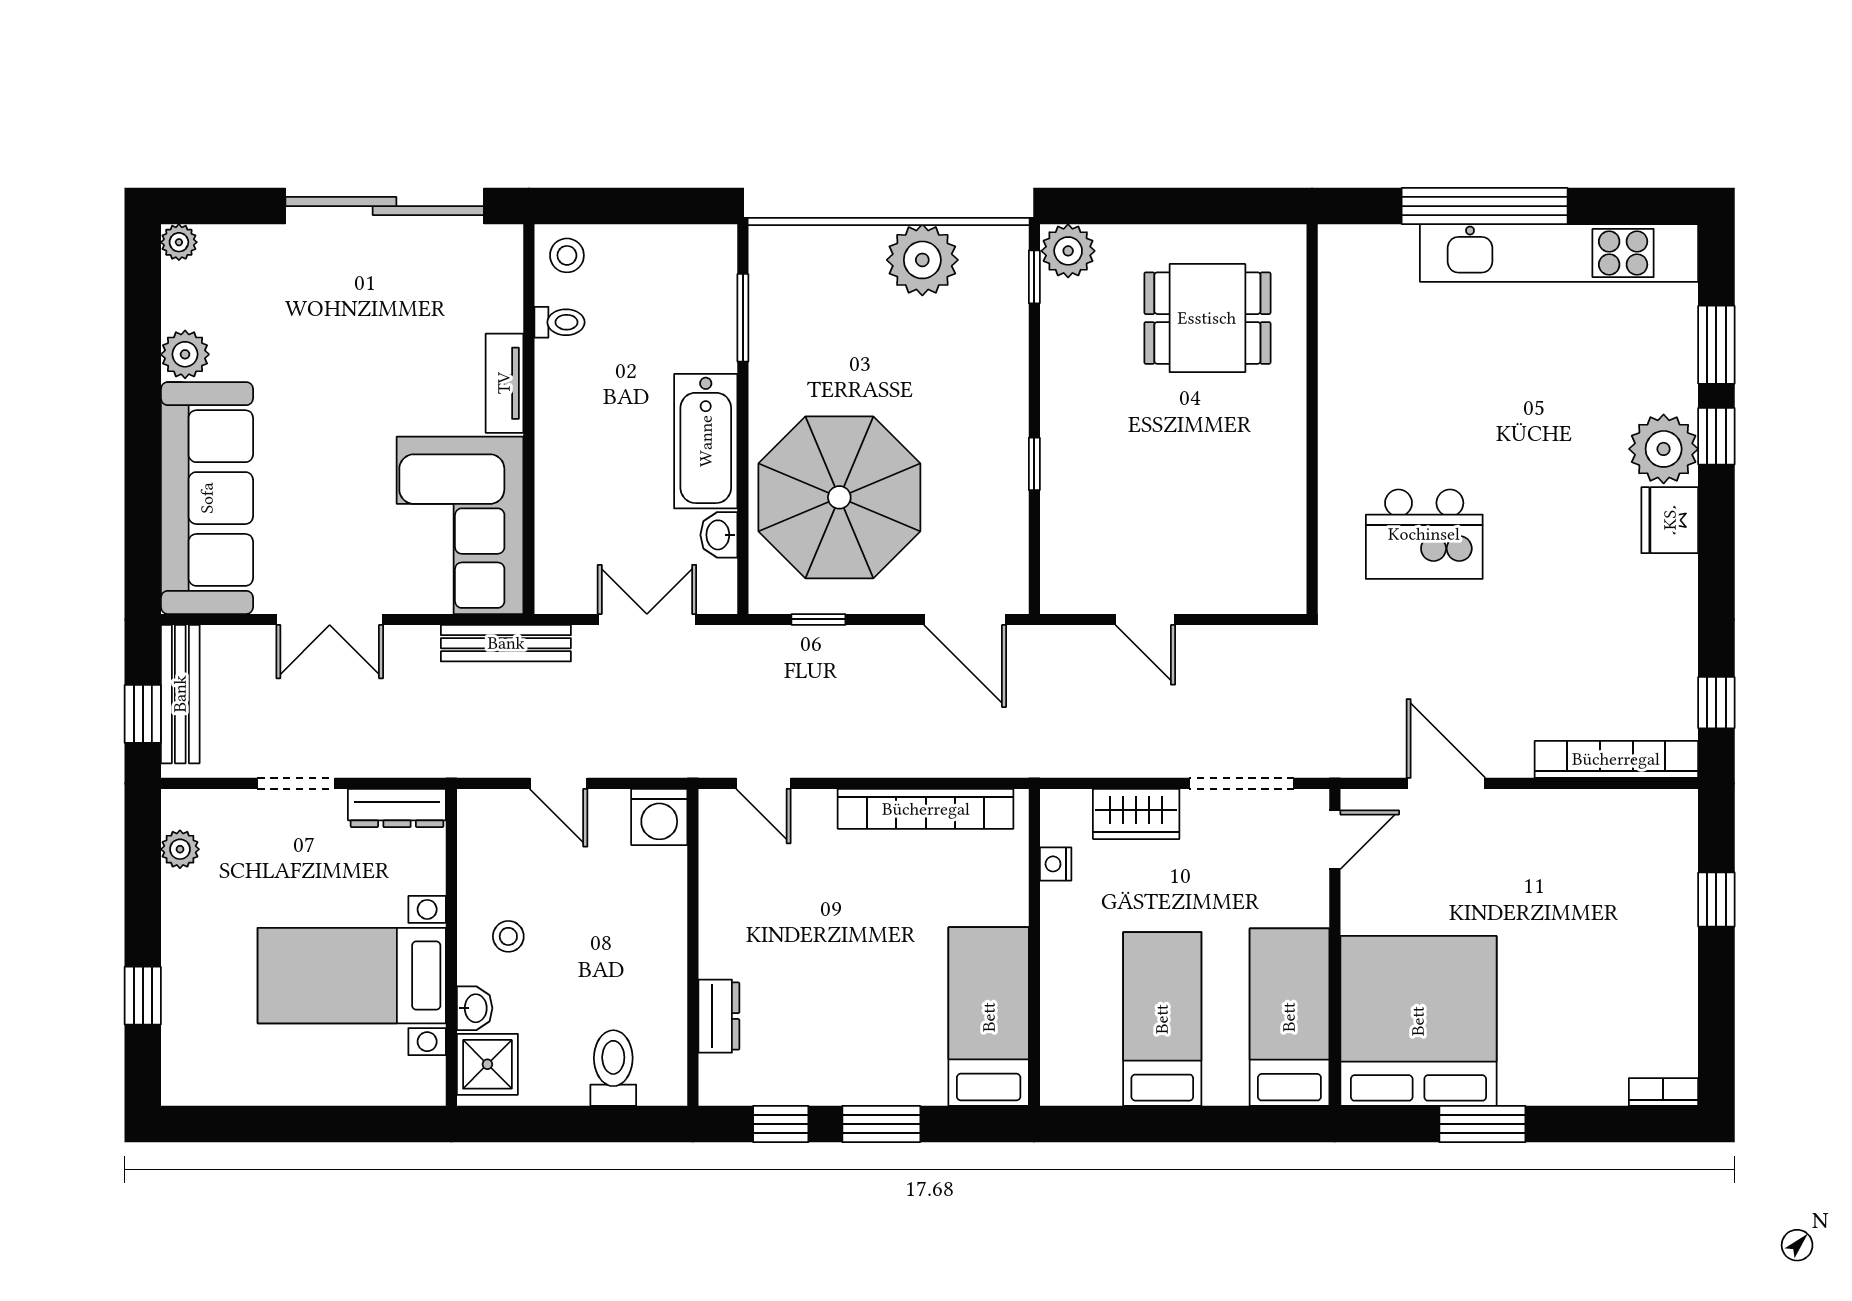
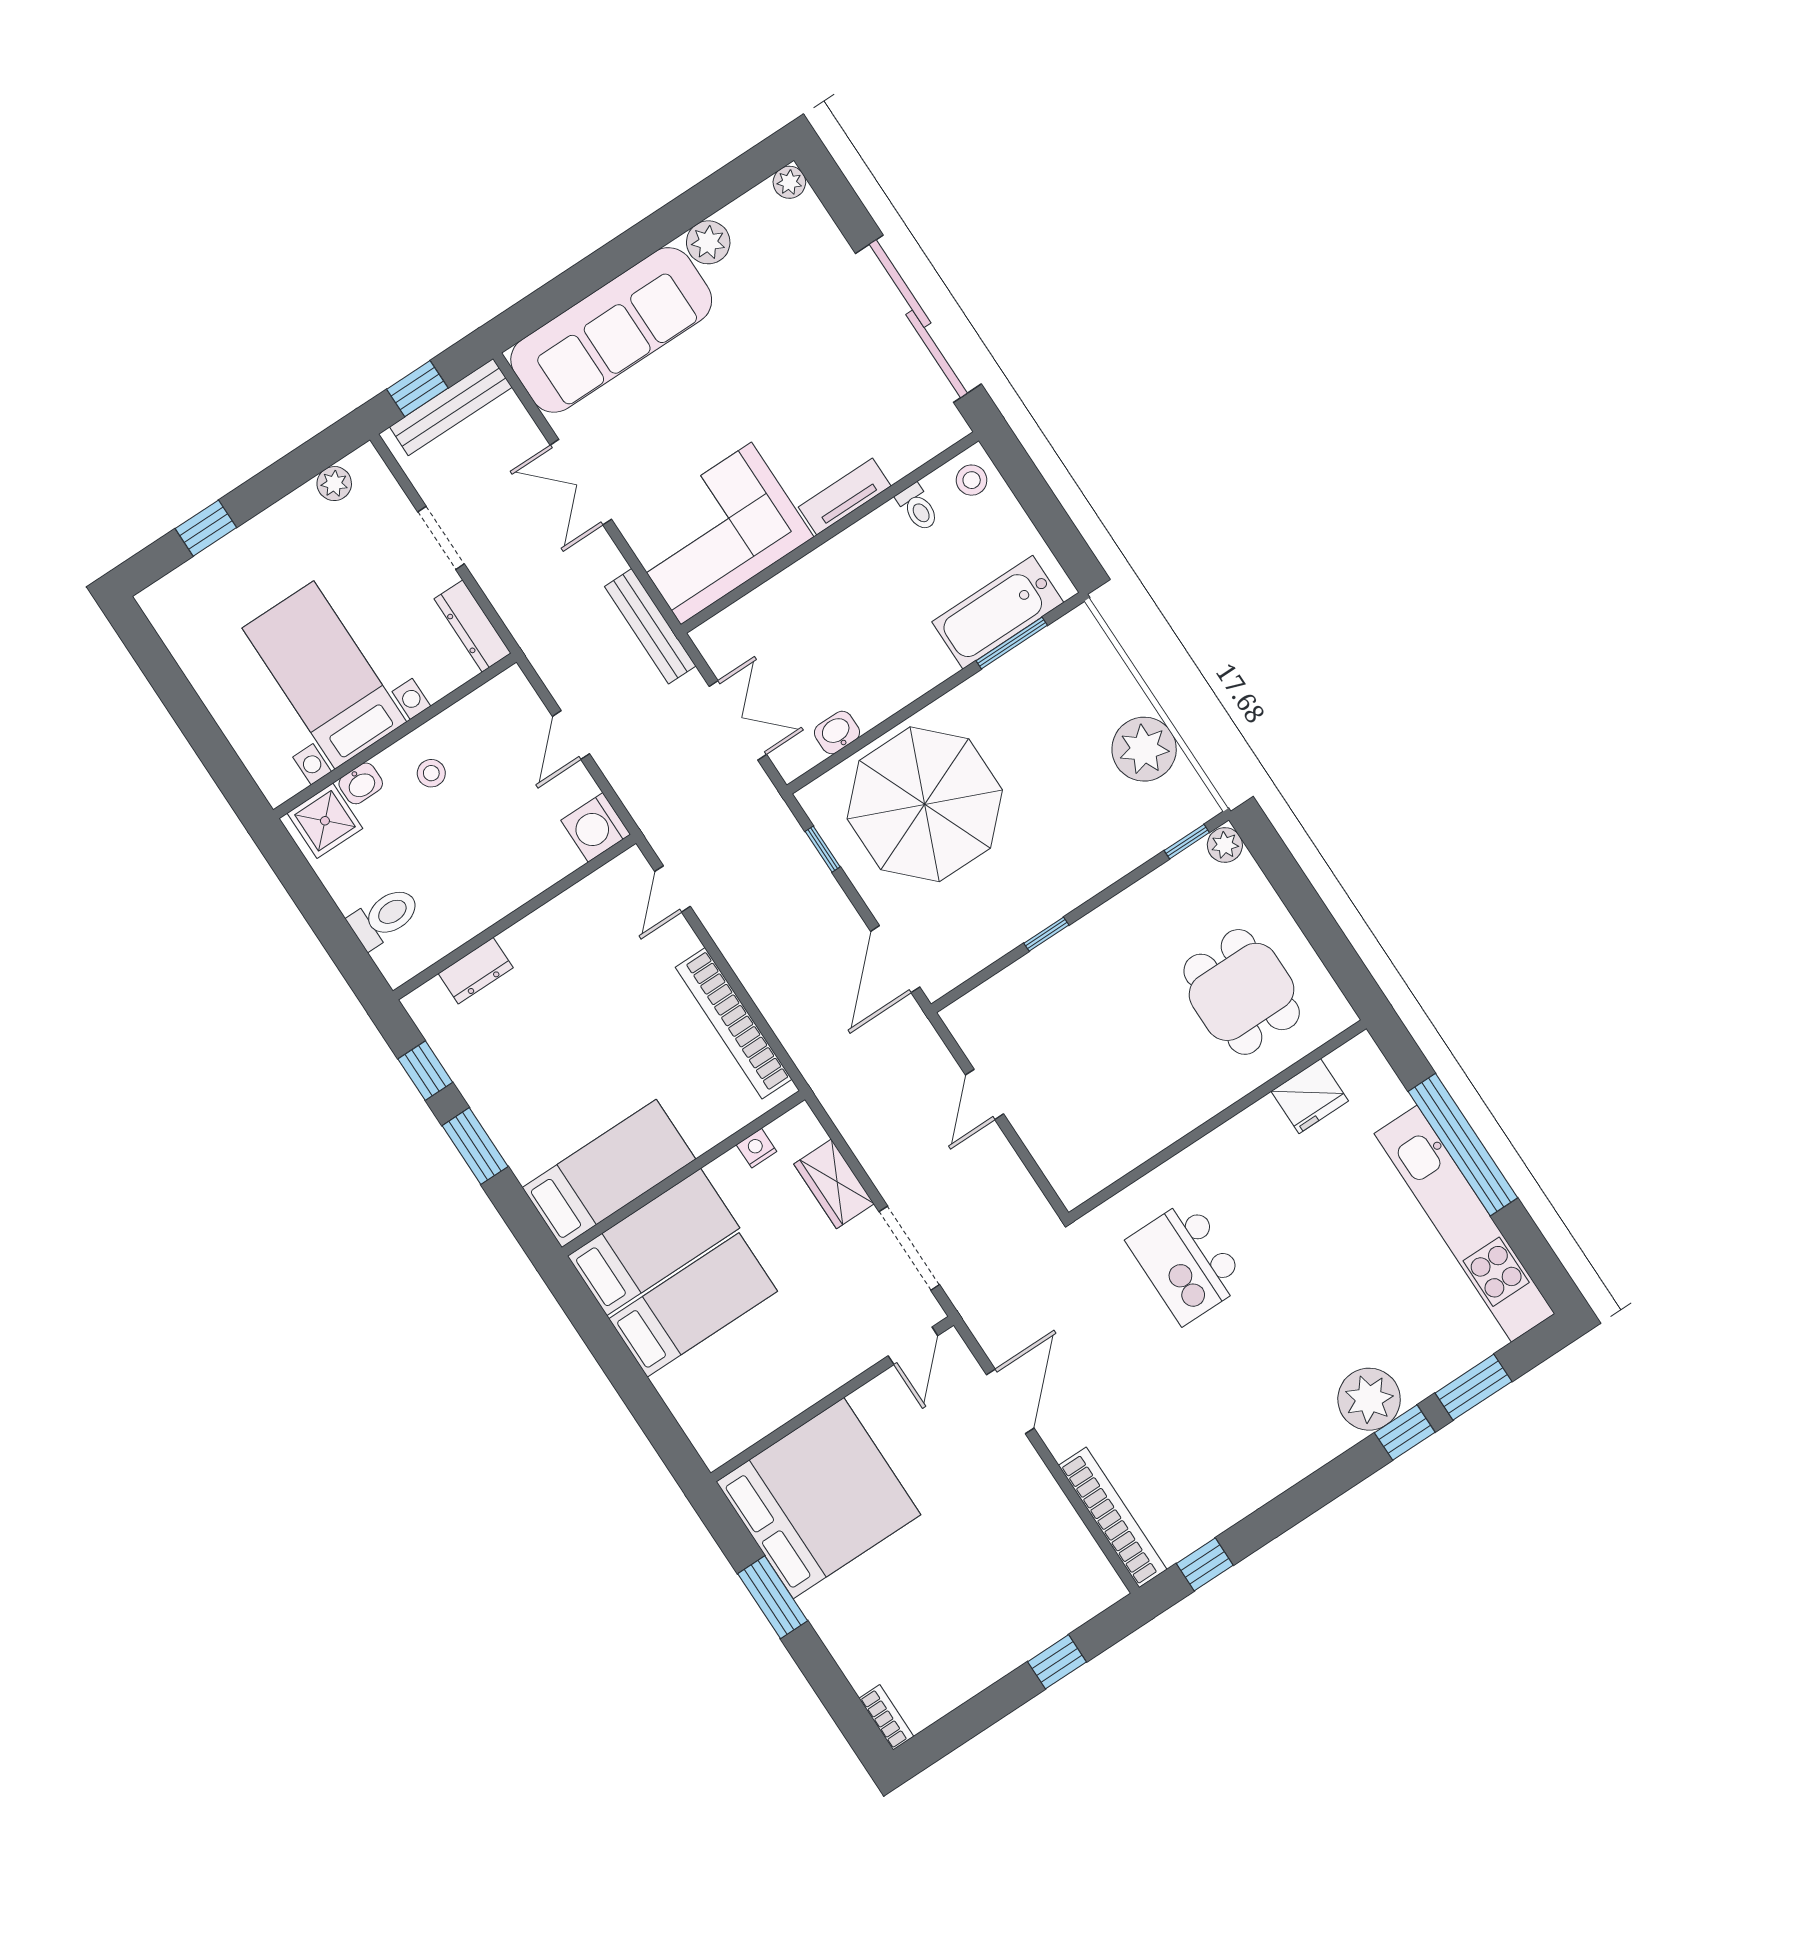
plant: (1068, 251) -> (1225, 845), width x0.73, depth x0.73
bathtub: (706, 441) -> (998, 612), moved
fridge: (1670, 520) -> (1310, 1096), moved, turned 180
door: (1335, 840) -> (913, 1346), hinge flipped
bed: (1289, 1017) -> (654, 1242), moved

